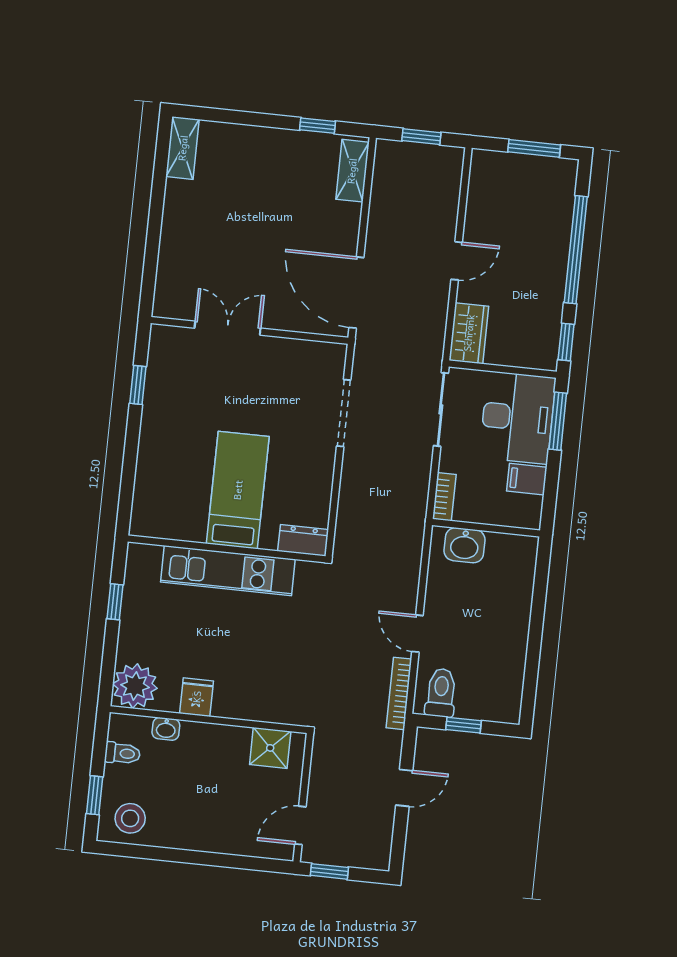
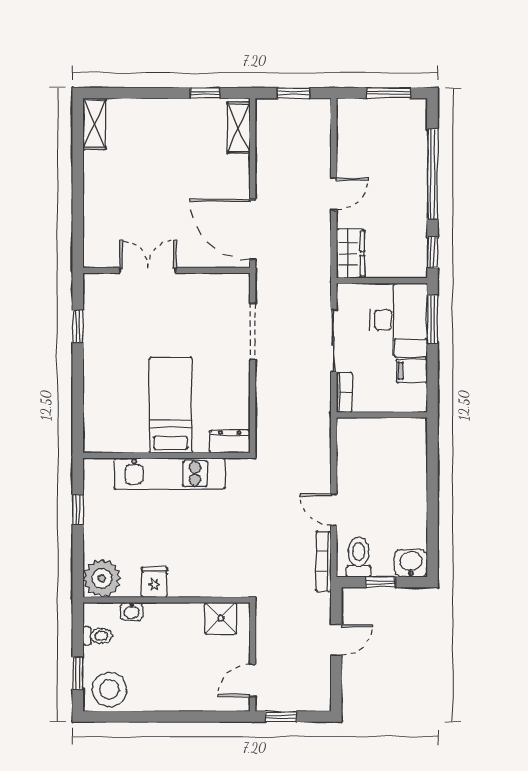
sliding door: (441, 409) -> (334, 341), moved
washbasin: (464, 545) -> (411, 563), moved, turned 180
stool: (130, 818) -> (109, 690), width x1.38, depth x1.38

